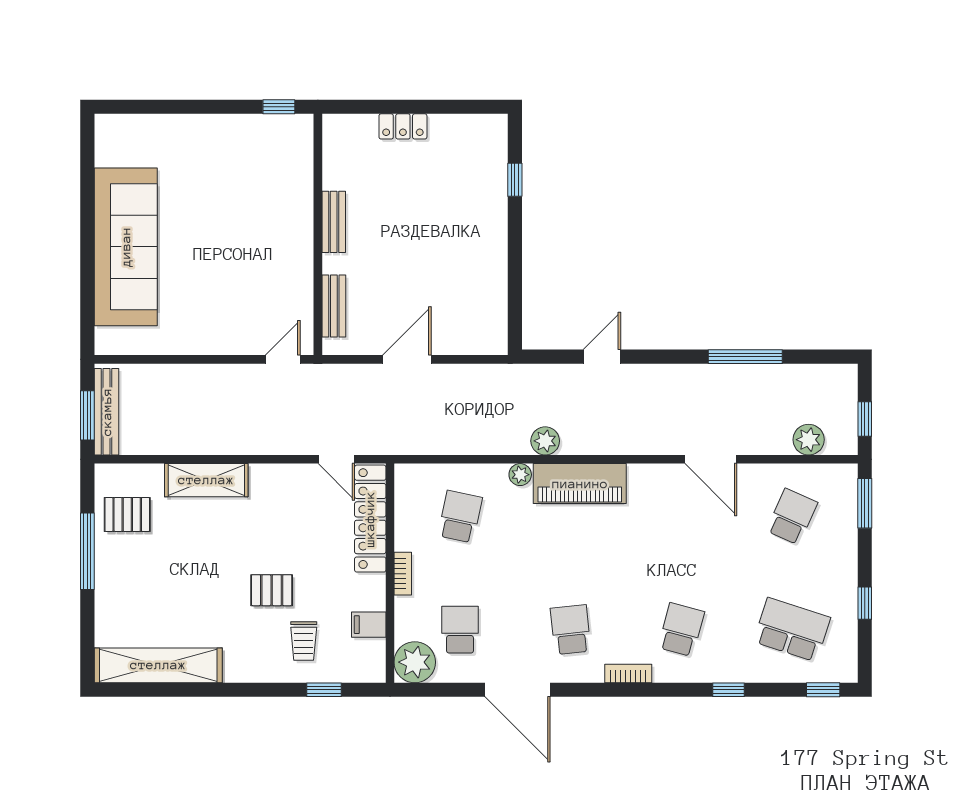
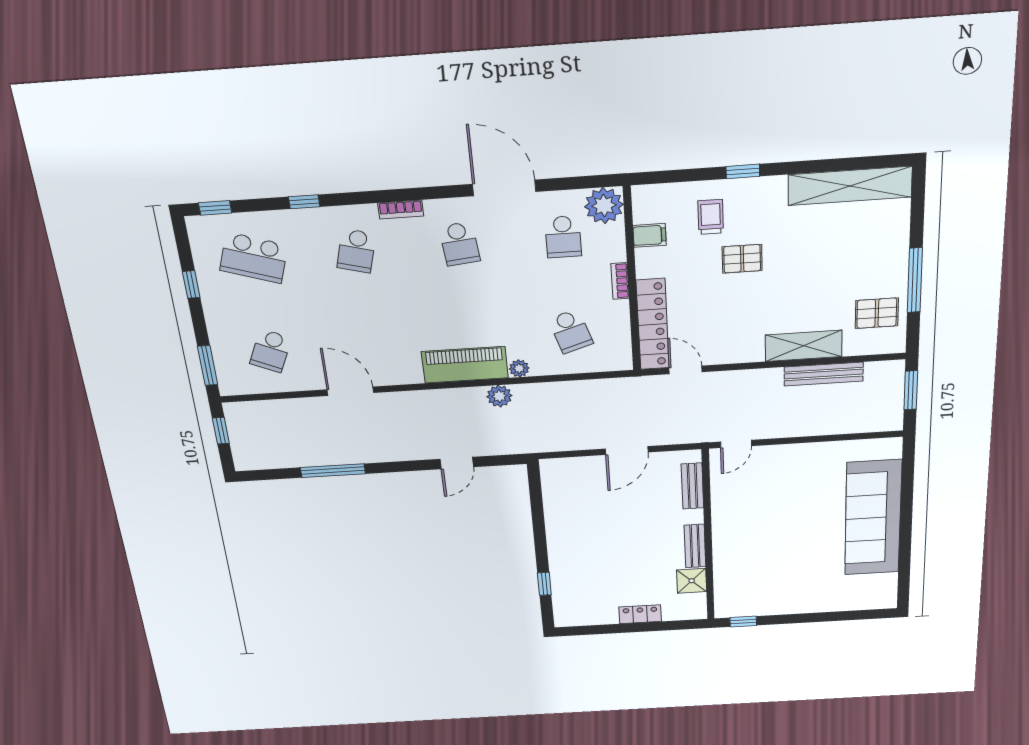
shower: (339, 172) -> (692, 581), added
bench: (107, 412) -> (824, 374), moved, turned 90
plant: (809, 440) -> (267, 412), removed
school desk: (460, 517) -> (571, 331), turned -30
window: (324, 690) -> (743, 171), moved

